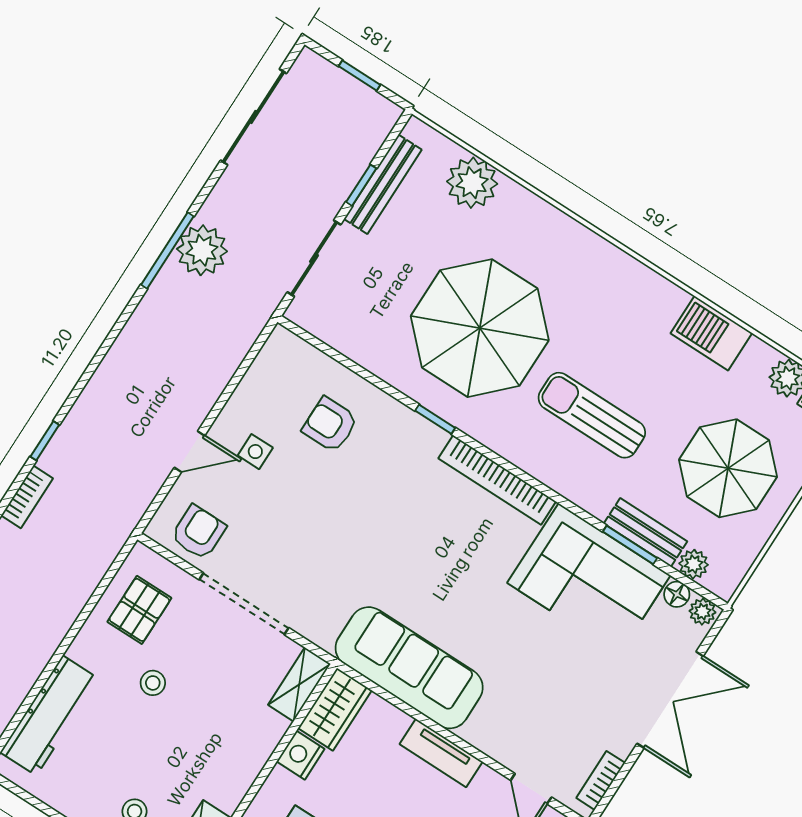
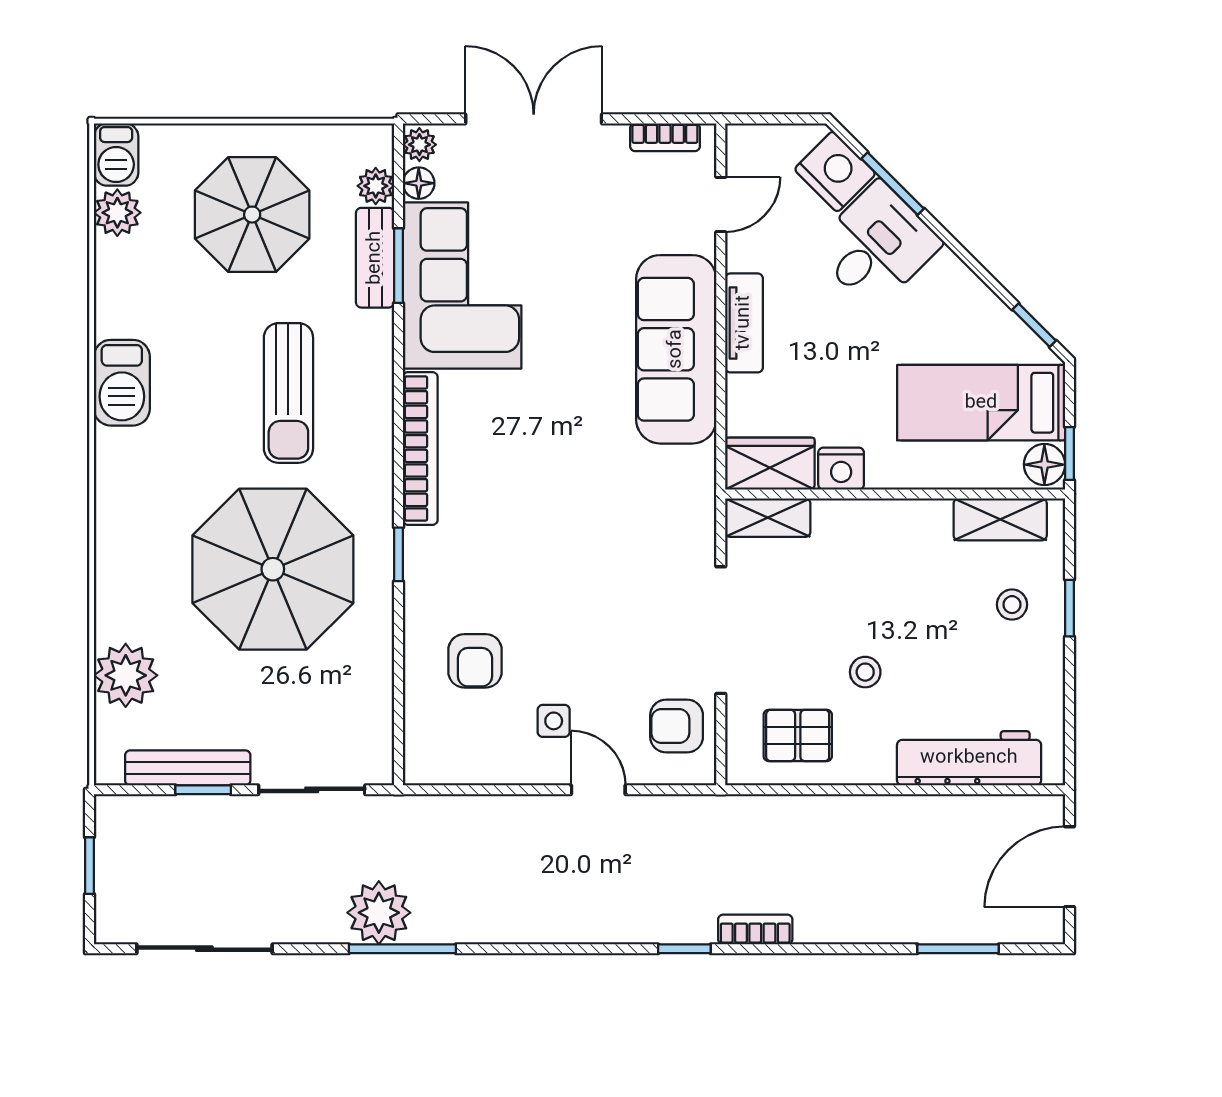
barbecue: (711, 333) -> (122, 383), moved
sofa: (409, 668) -> (676, 349), moved

